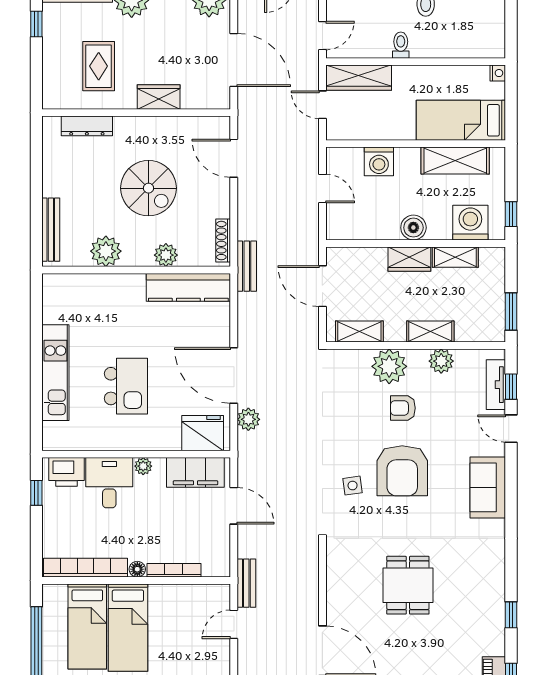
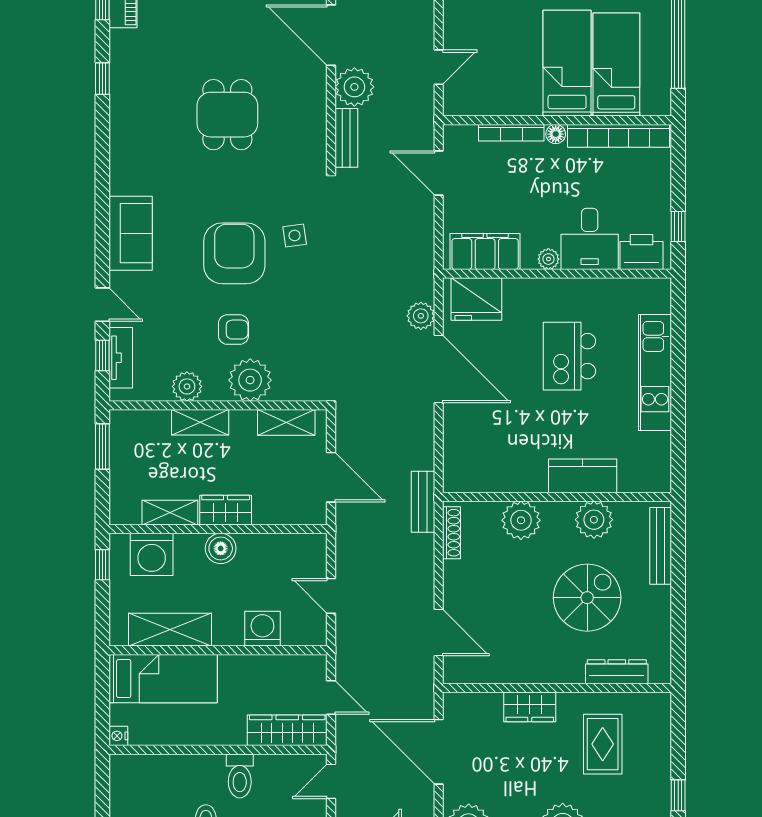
toilet: (401, 45) -> (240, 776), width x1.37, depth x1.39
spiral stairs: (148, 188) -> (587, 598), moved, turned 90
plant: (166, 255) -> (521, 520), width x1.36, depth x1.36
kitchen counter: (188, 287) -> (583, 476), moved, width x0.67
door: (234, 506) -> (439, 173), moved
bench: (246, 583) -> (346, 138), moved
plant: (303, 608) -> (354, 87), added

